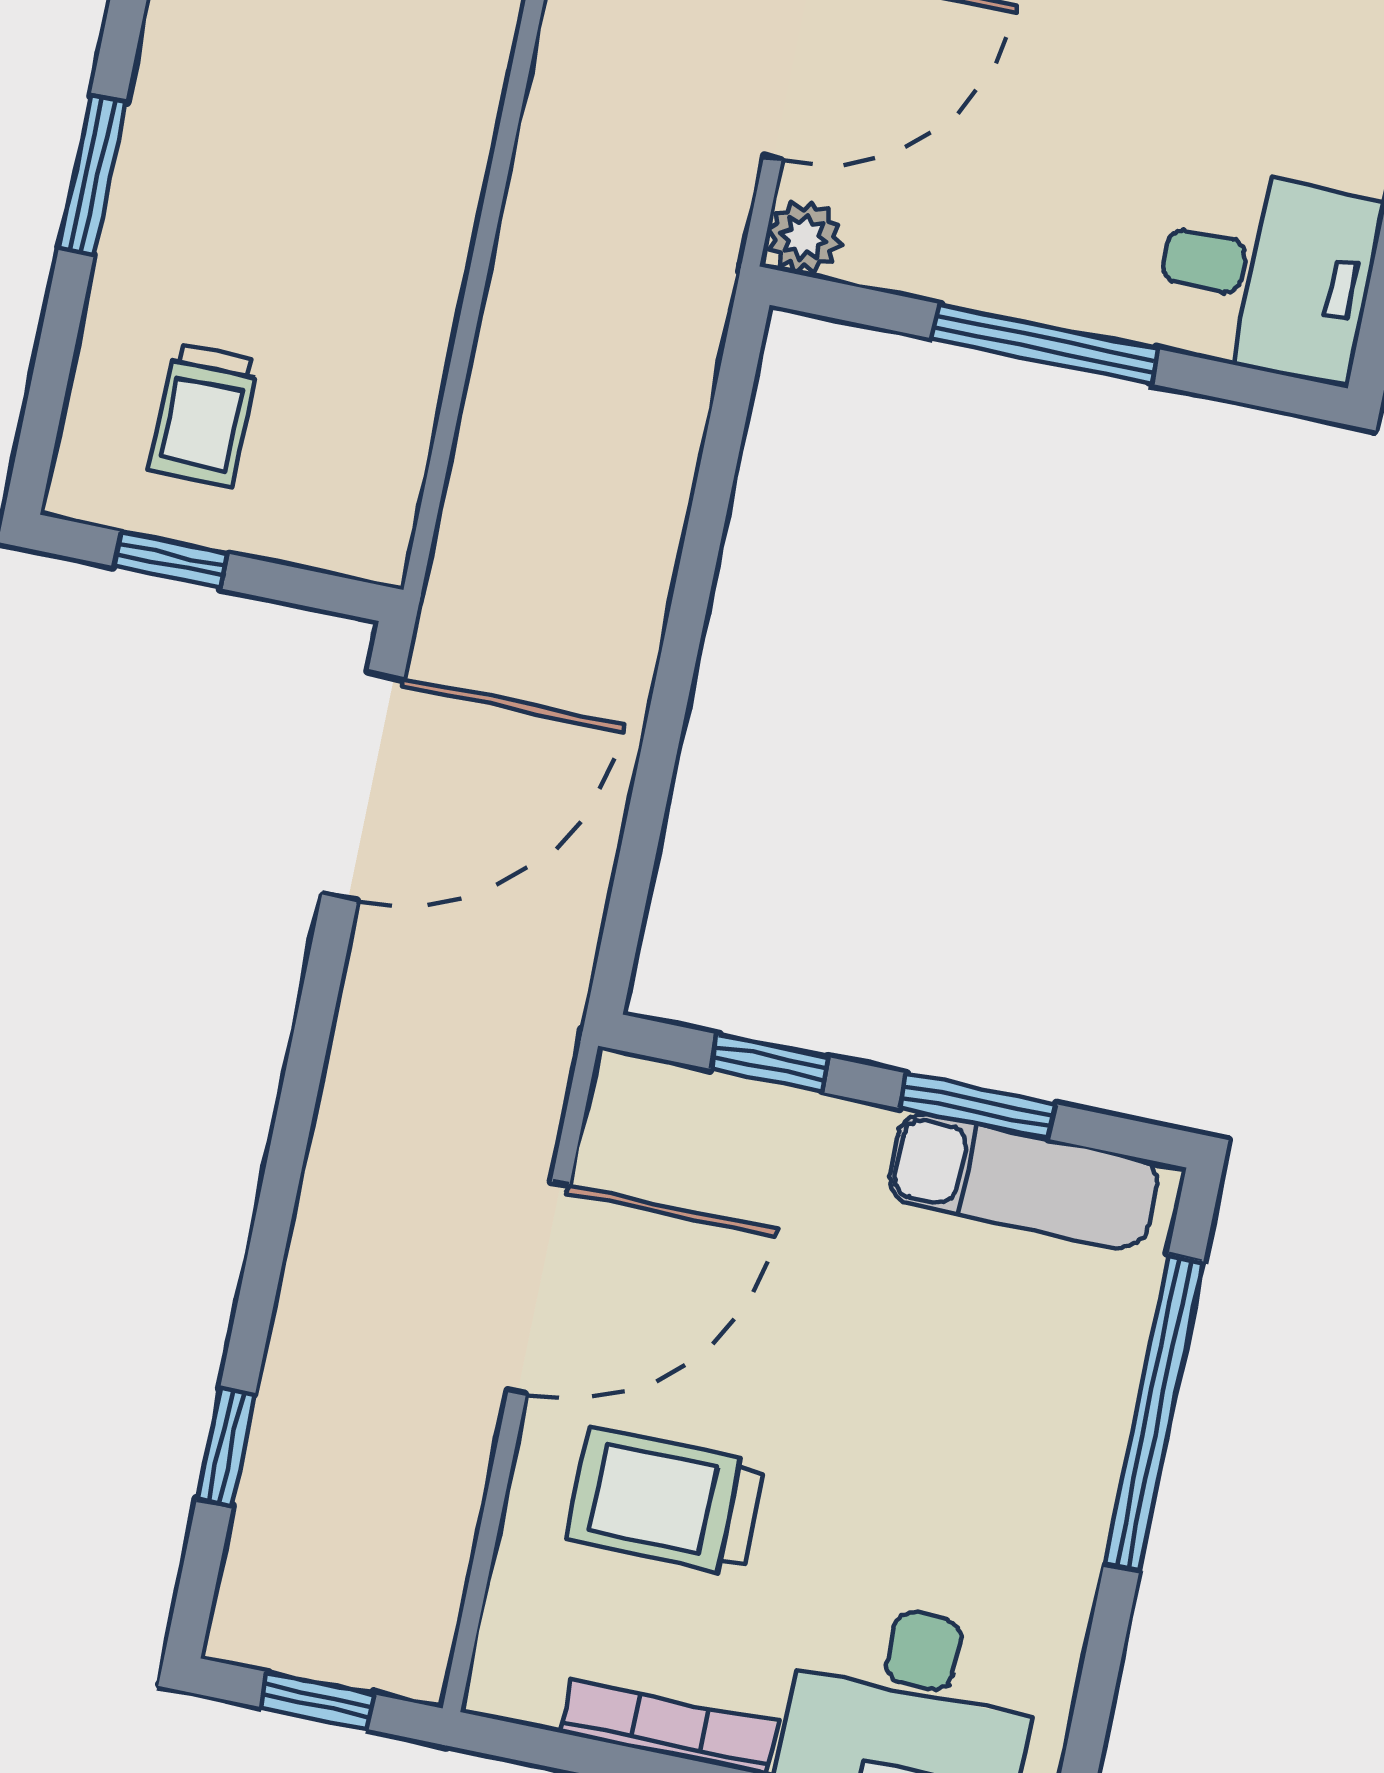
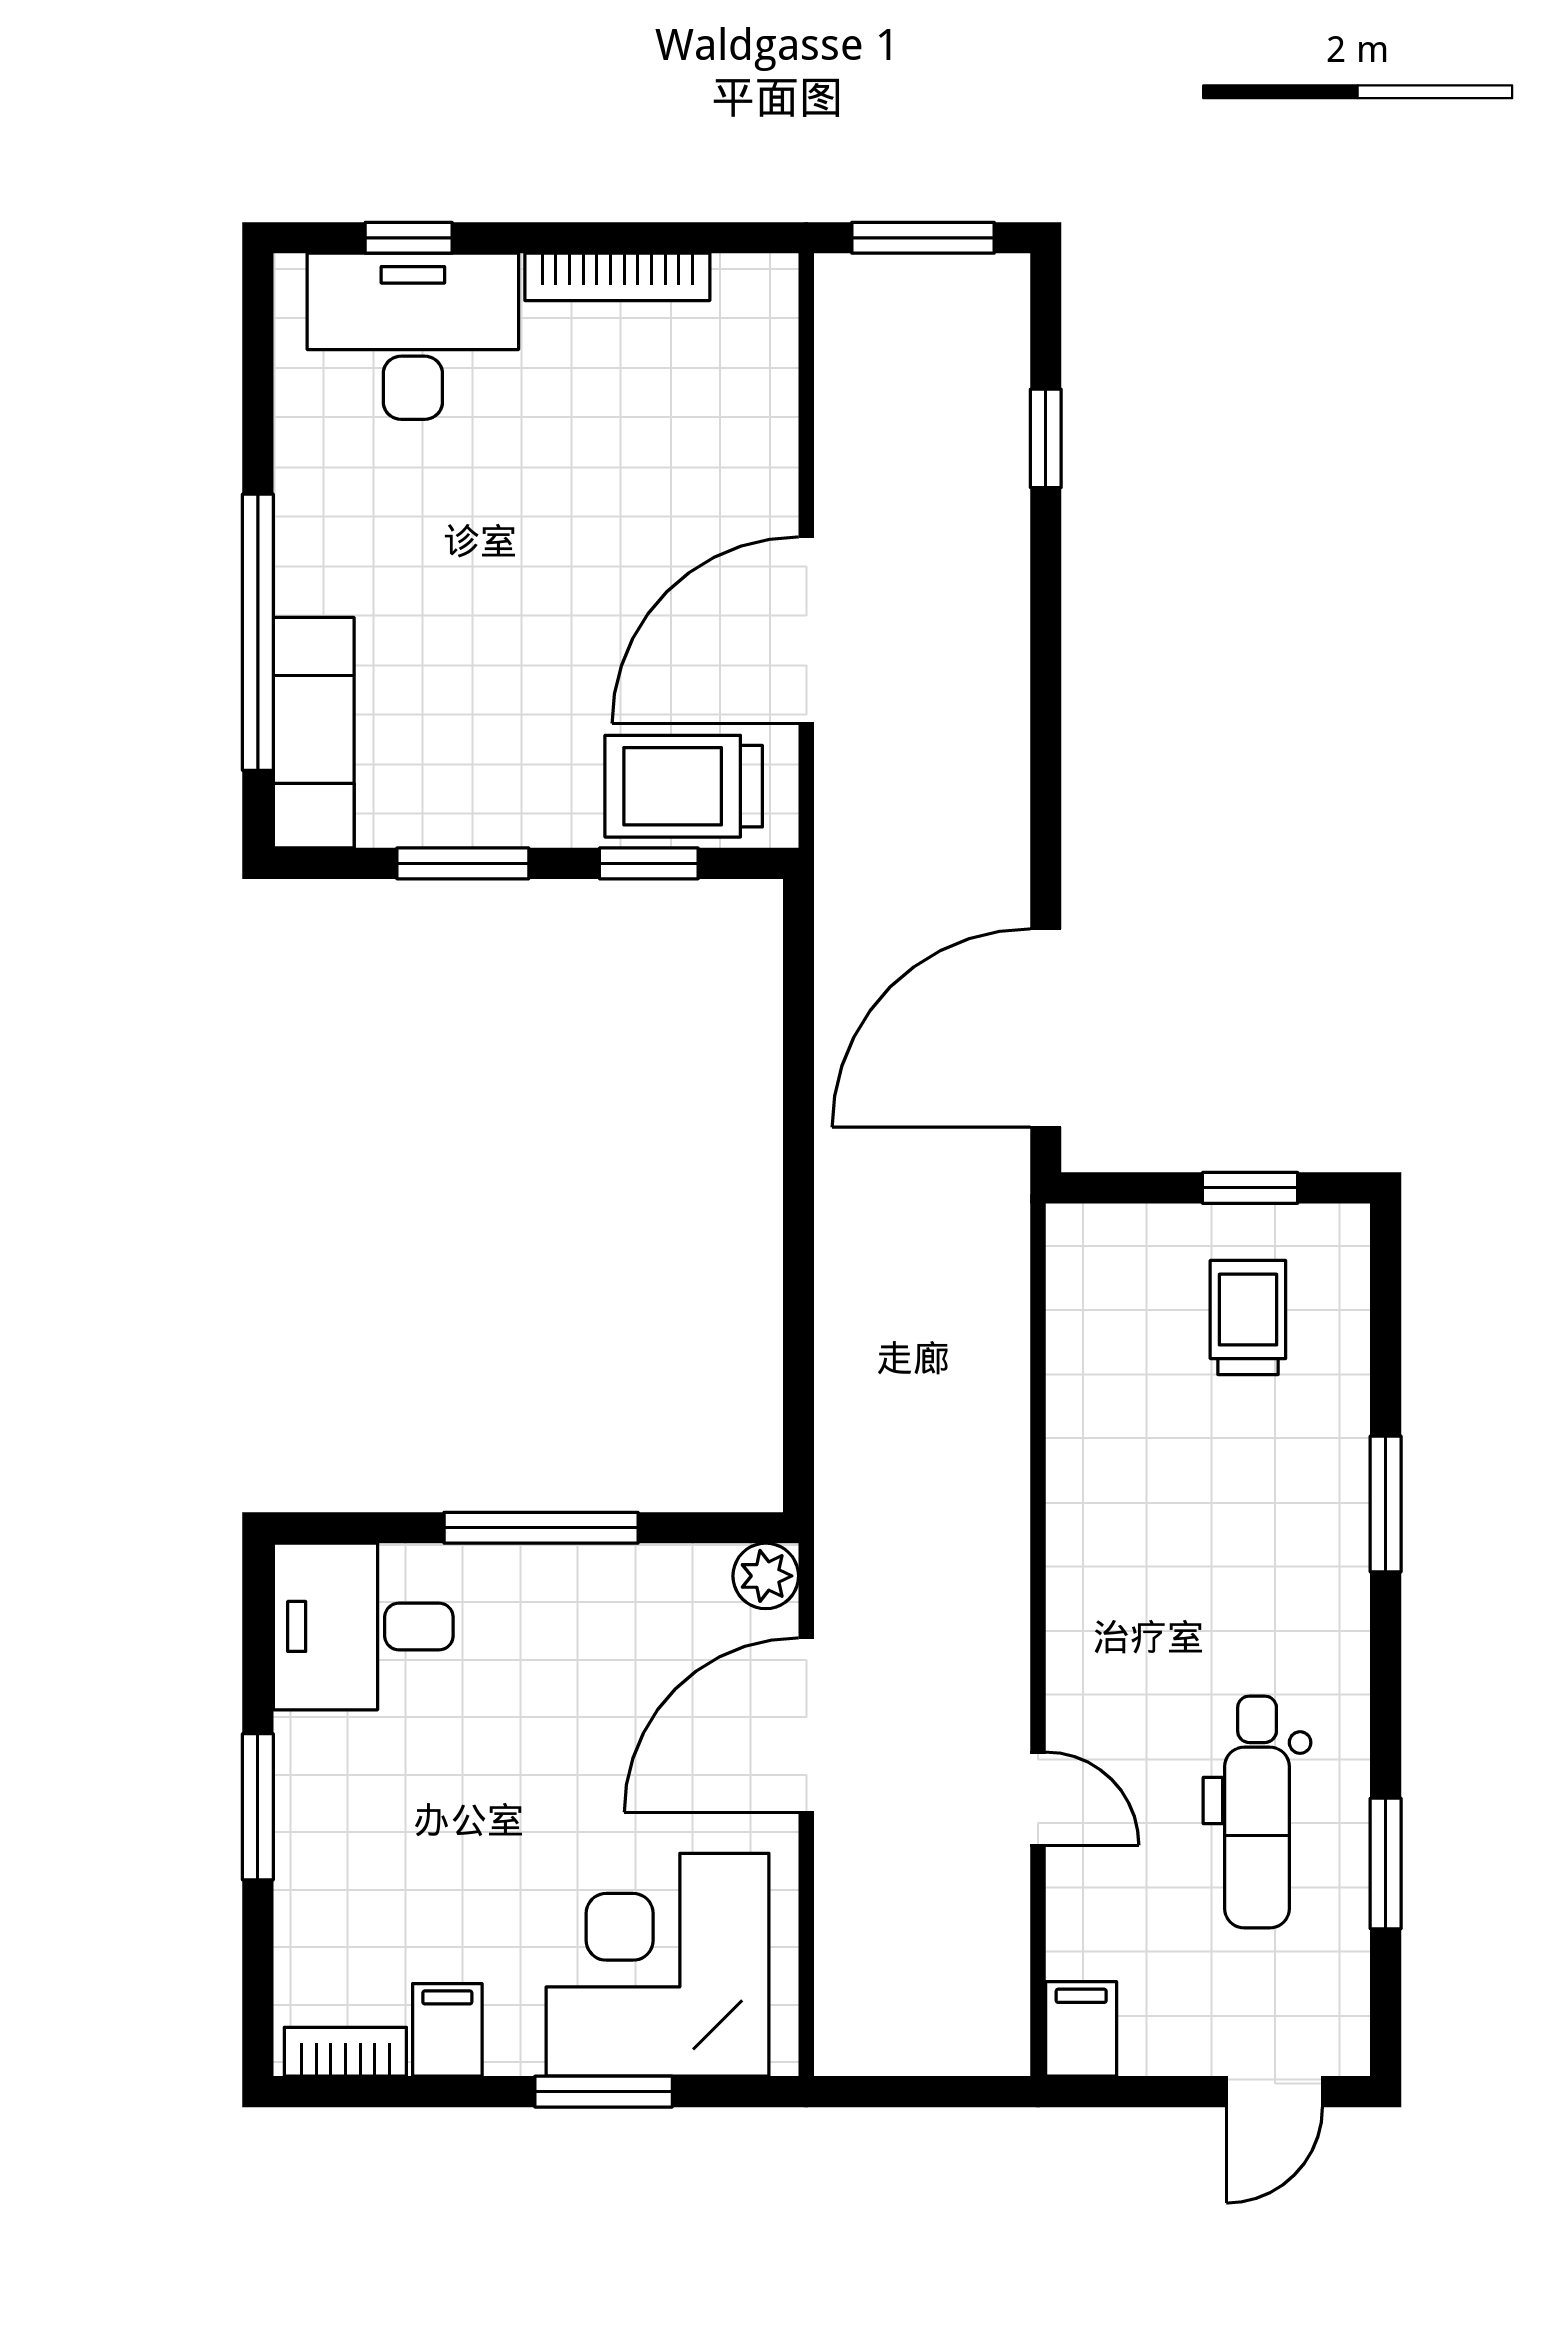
exam couch: (1023, 1181) -> (314, 733), moved, turned 90
trolley: (666, 1501) -> (684, 786), moved, turned 180
window: (317, 1701) -> (923, 238), width x1.50

